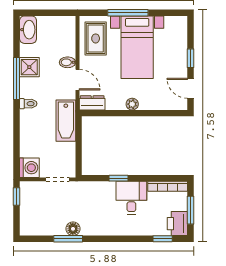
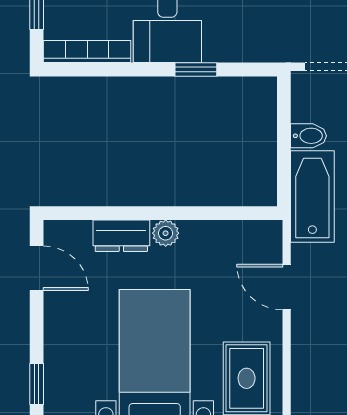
window: (190, 58) -> (37, 384), moved
bidet: (68, 62) -> (309, 136), moved
dresser: (92, 103) -> (121, 236), moved

